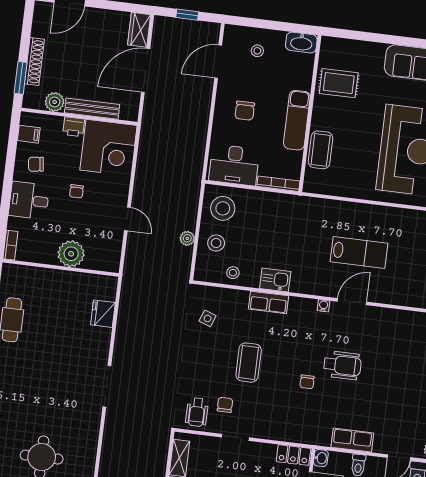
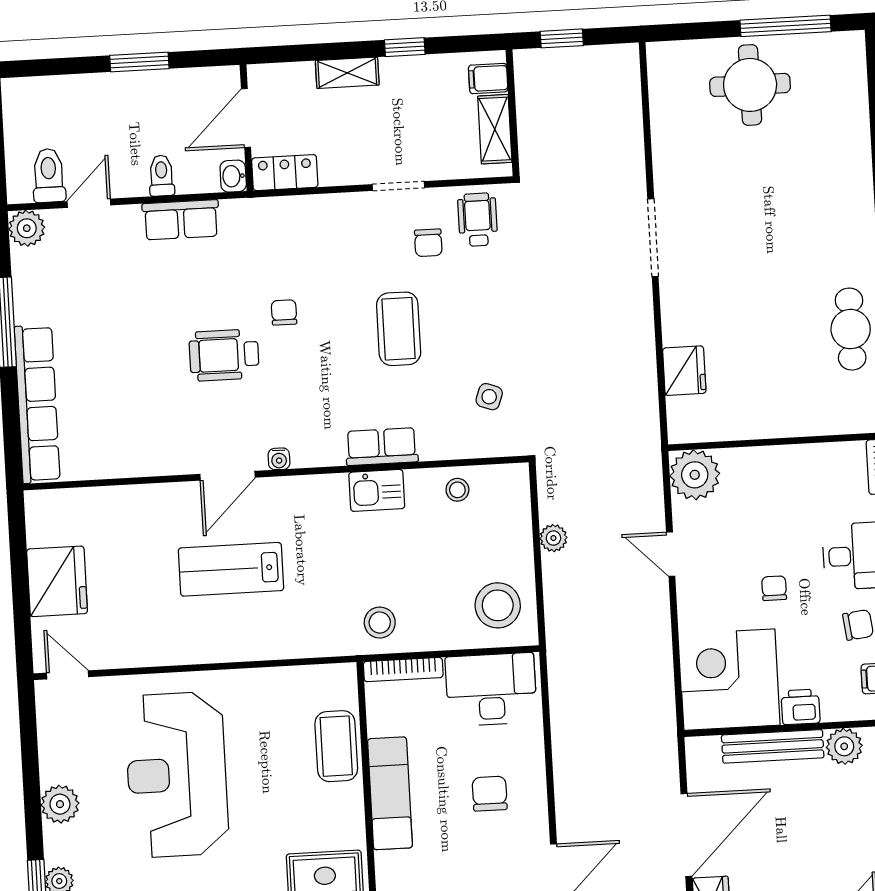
stool: (216, 243) -> (380, 623), moved
plant: (71, 254) -> (695, 475), moved

